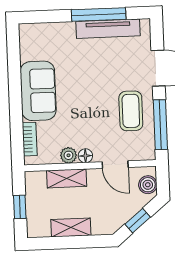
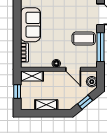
coffee table: (131, 111) -> (84, 39), turned 90
plant: (68, 155) -> (47, 63), removed
shelving: (67, 178) -> (32, 76), moved

